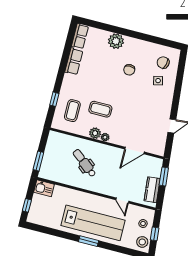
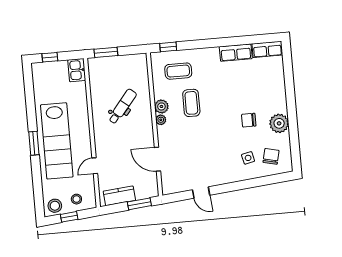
plant: (116, 41) -> (279, 123), moved
window: (54, 99) -> (168, 47), moved

